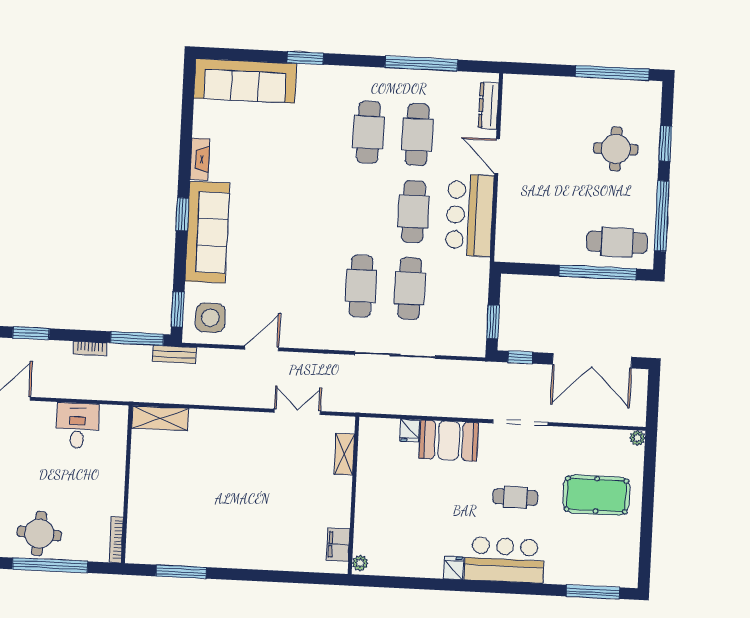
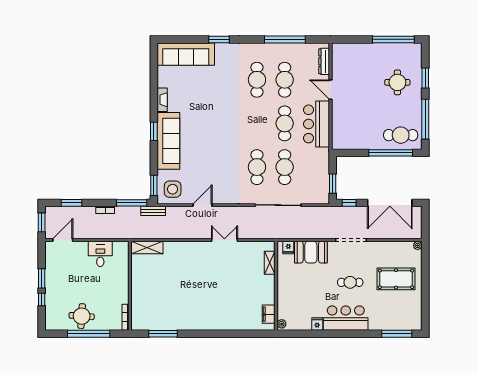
shelving: (344, 454) -> (270, 263), moved
wall: (353, 495) -> (276, 286), moved
filing cabinet: (338, 545) -> (269, 314), moved
plant: (360, 563) -> (282, 324), moved

